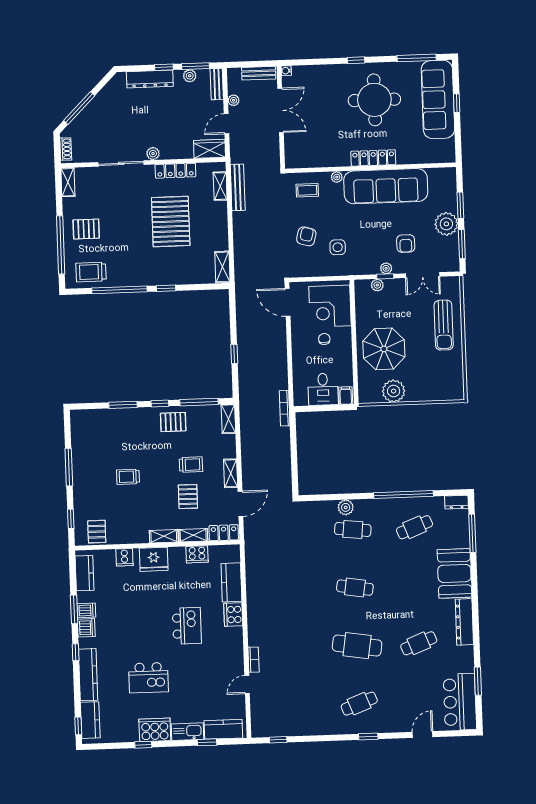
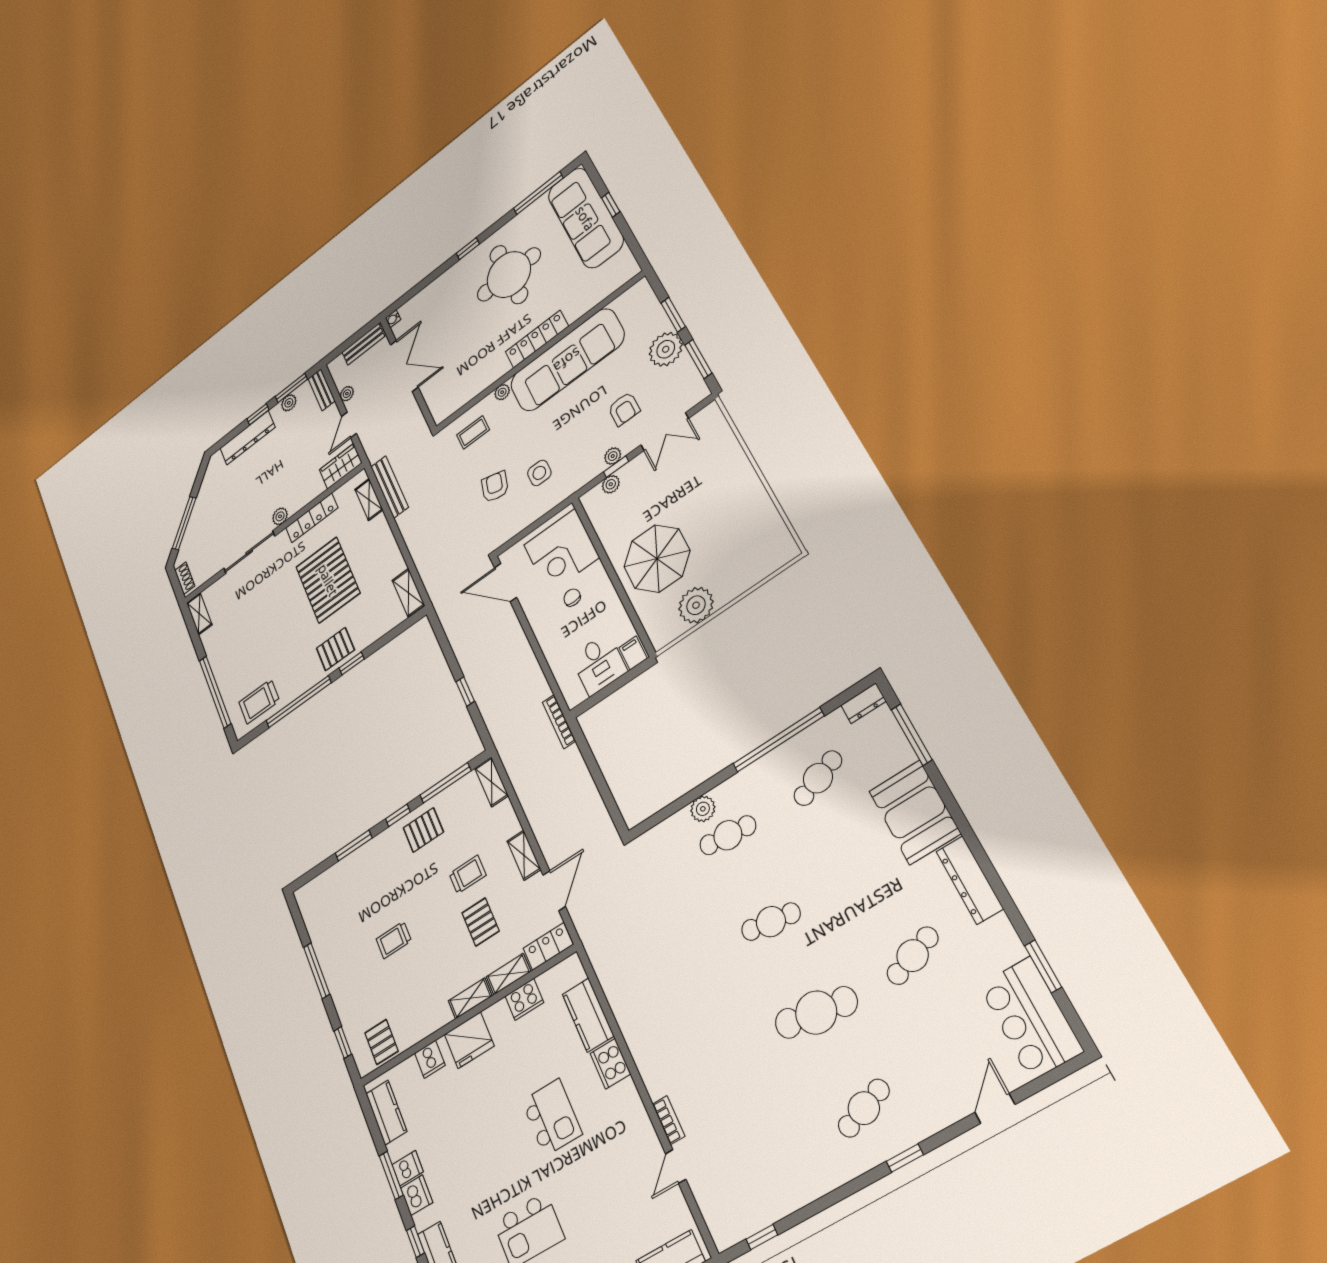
pallet: (86, 229) -> (335, 649), moved
sun lounger: (444, 325) -> (724, 475), removed

